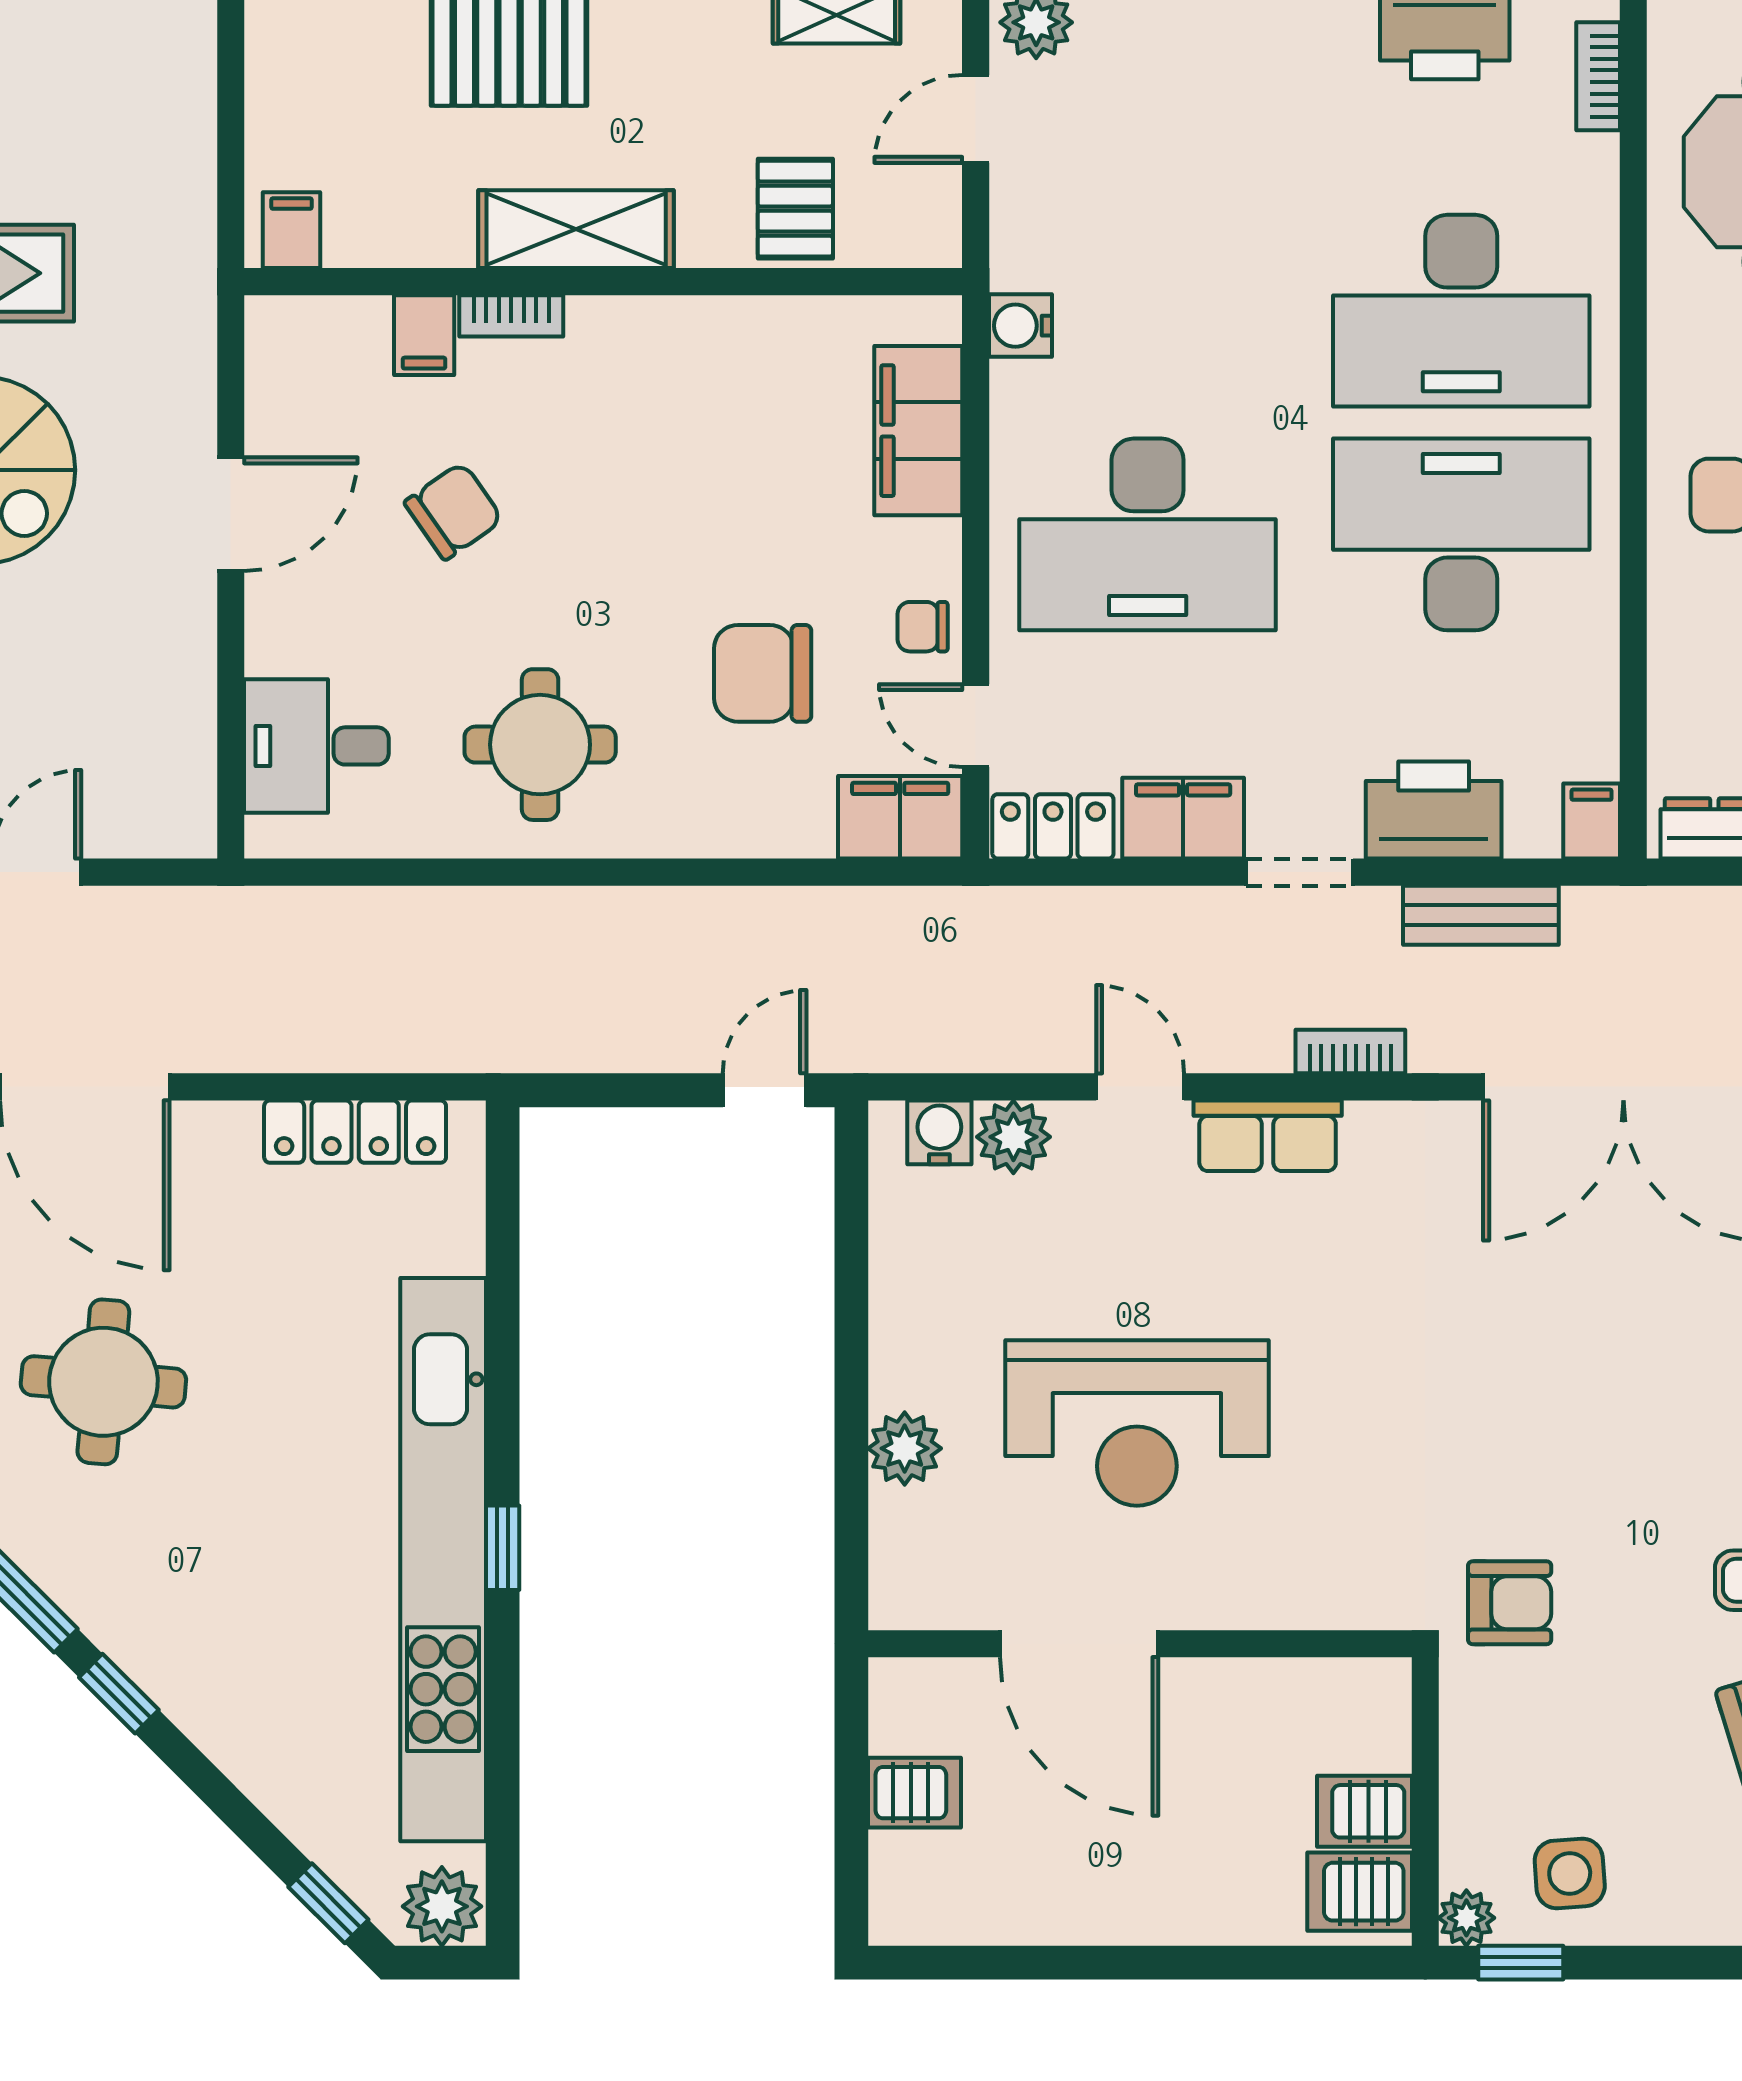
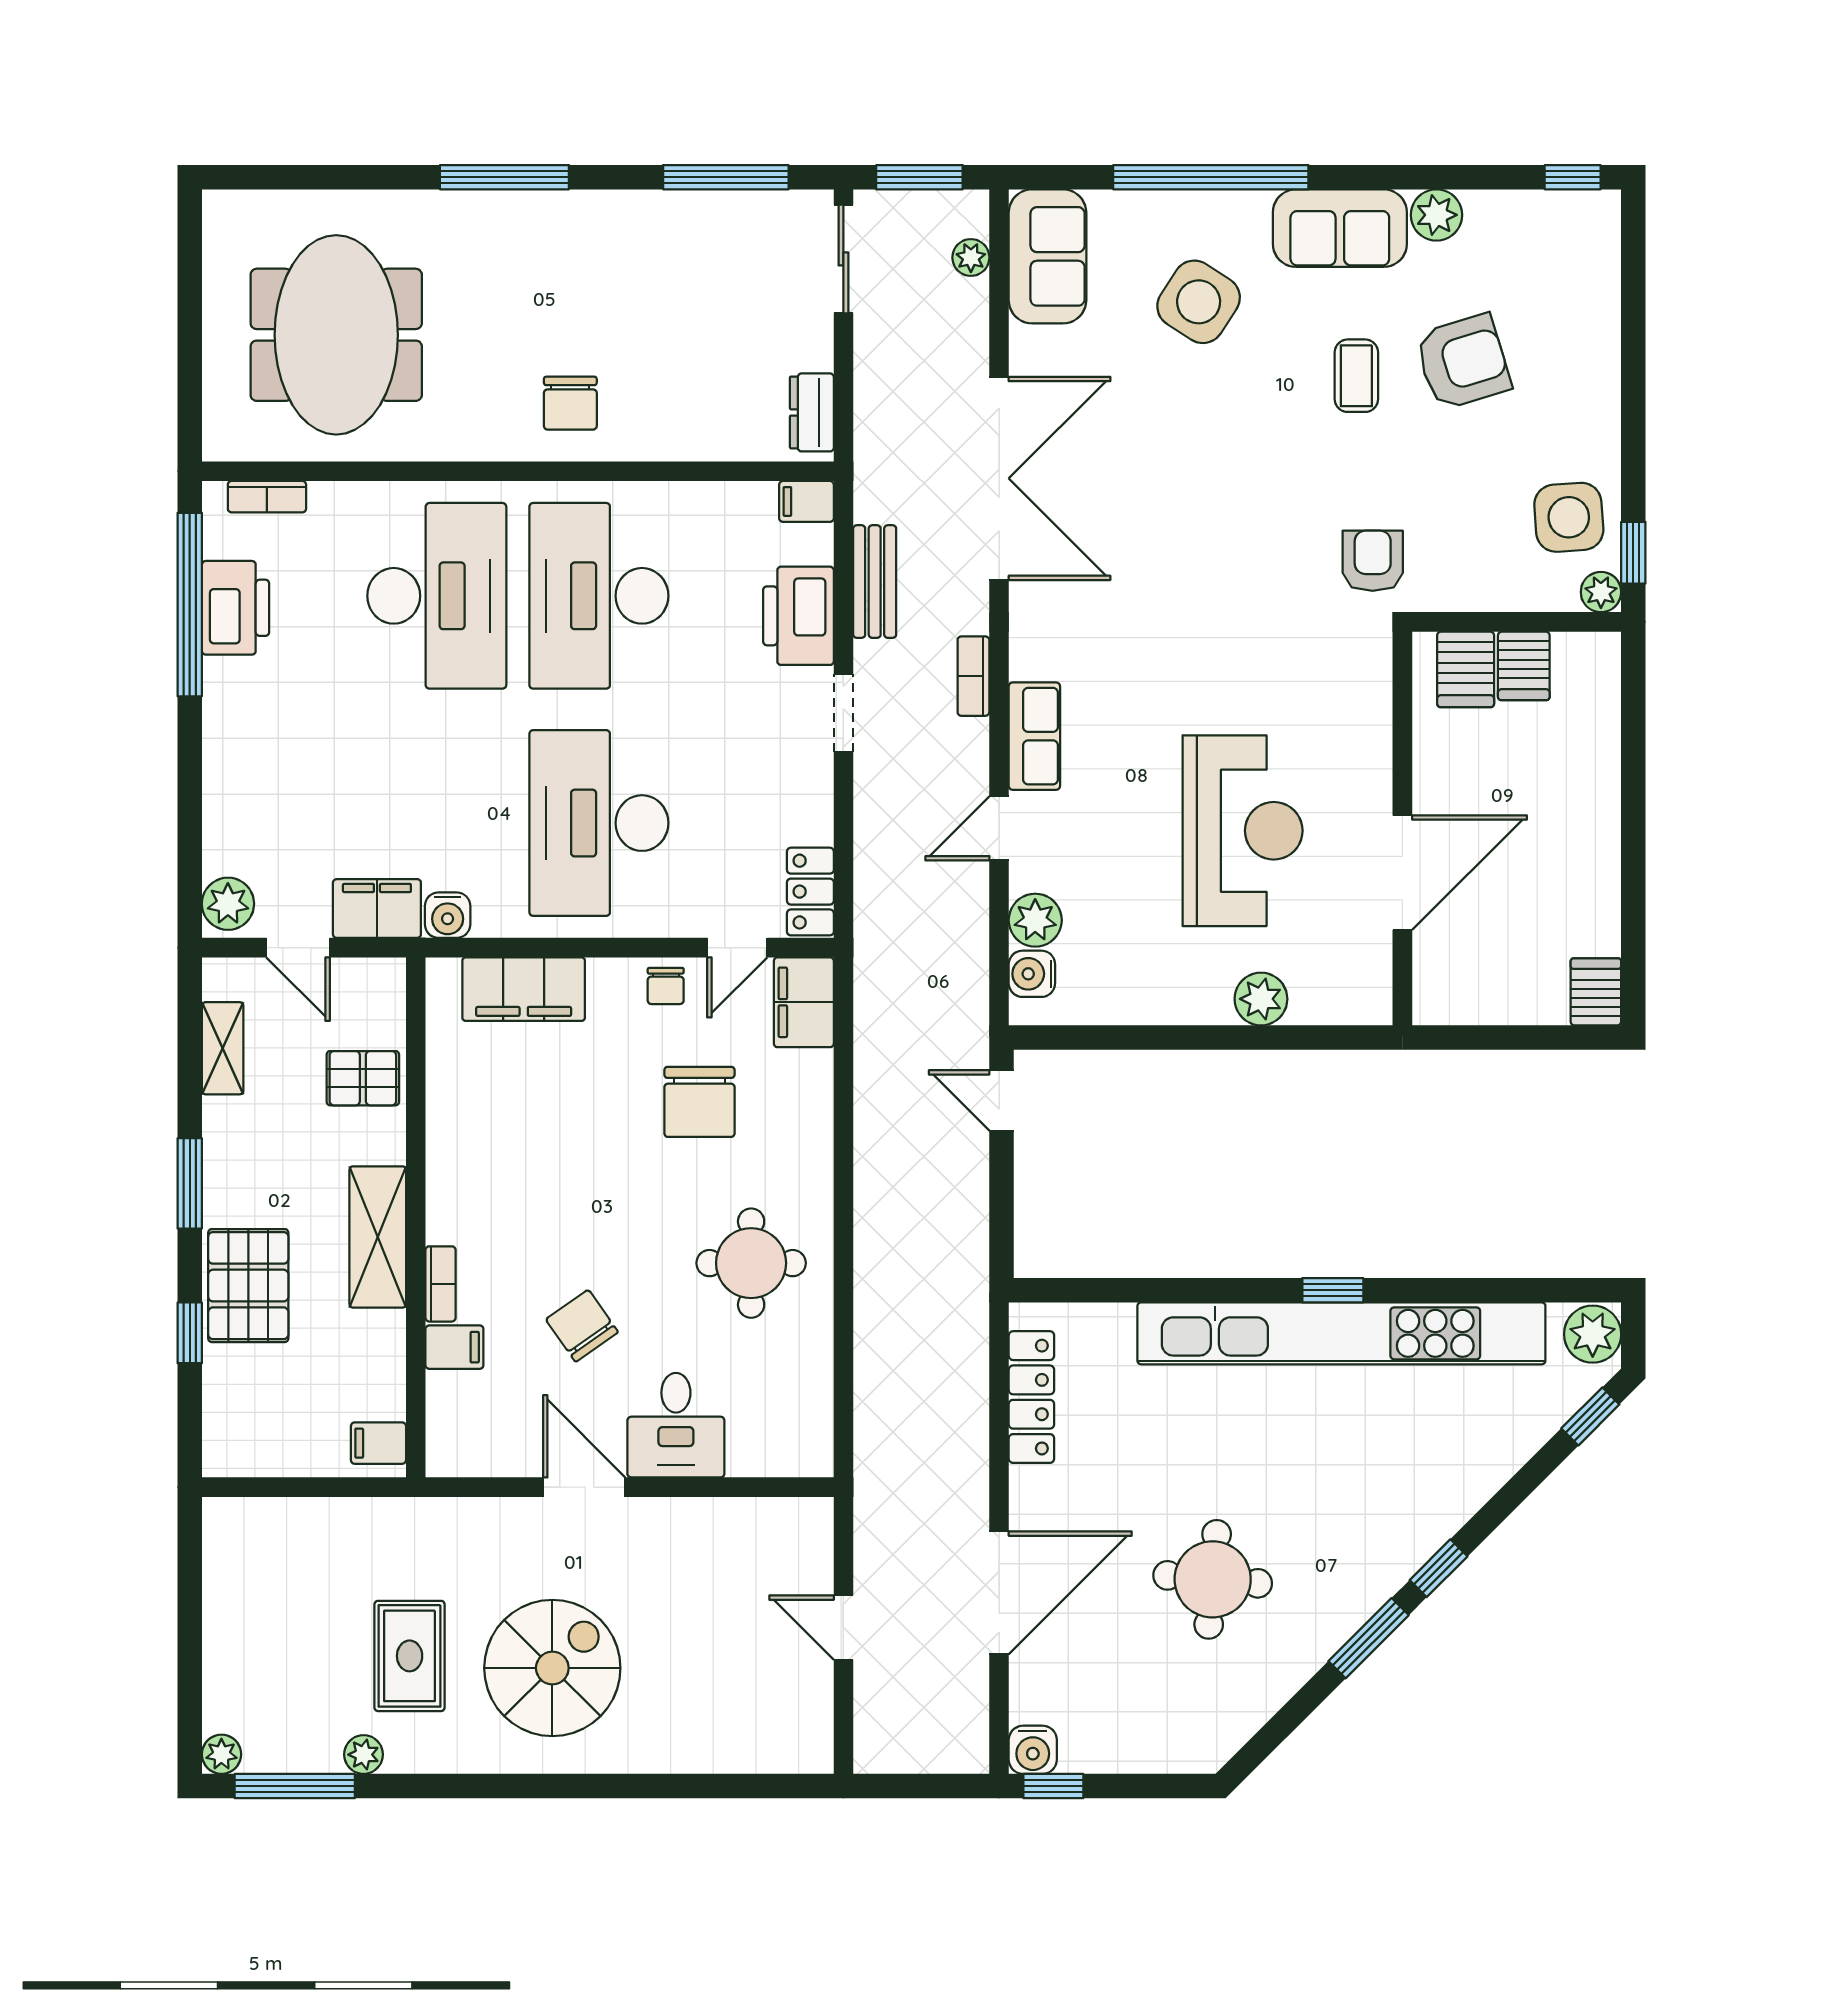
desk: (1148, 534) -> (599, 823), turned 180
desk: (316, 746) -> (676, 1425), moved
filing cabinet: (1183, 818) -> (377, 909), moved, turned 90
server rack: (915, 1793) -> (1596, 992), moved
side table: (1570, 1873) -> (1569, 517), width x1.37, depth x1.37
server rack: (1360, 1892) -> (1466, 669), moved

